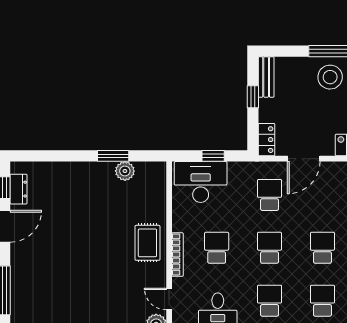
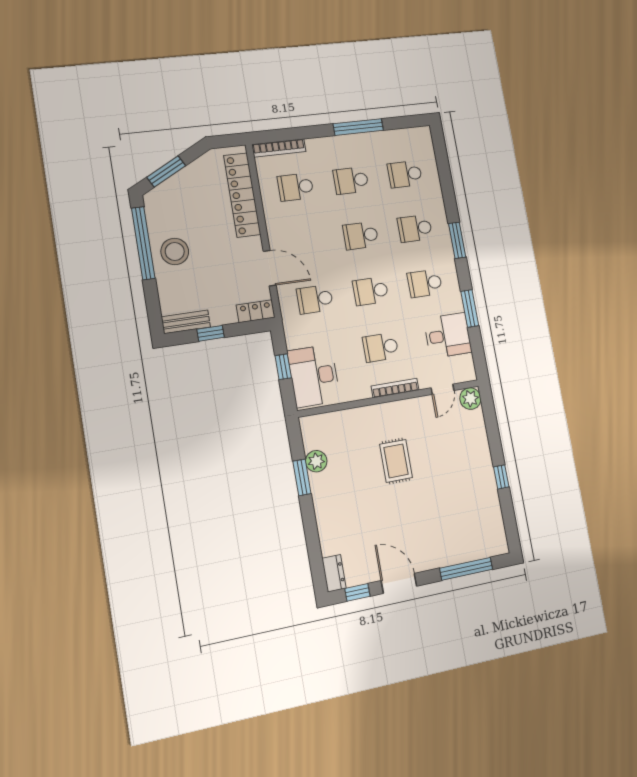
dresser: (19, 189) -> (334, 573), moved, turned 90
rug: (147, 243) -> (396, 461), moved, turned 90

